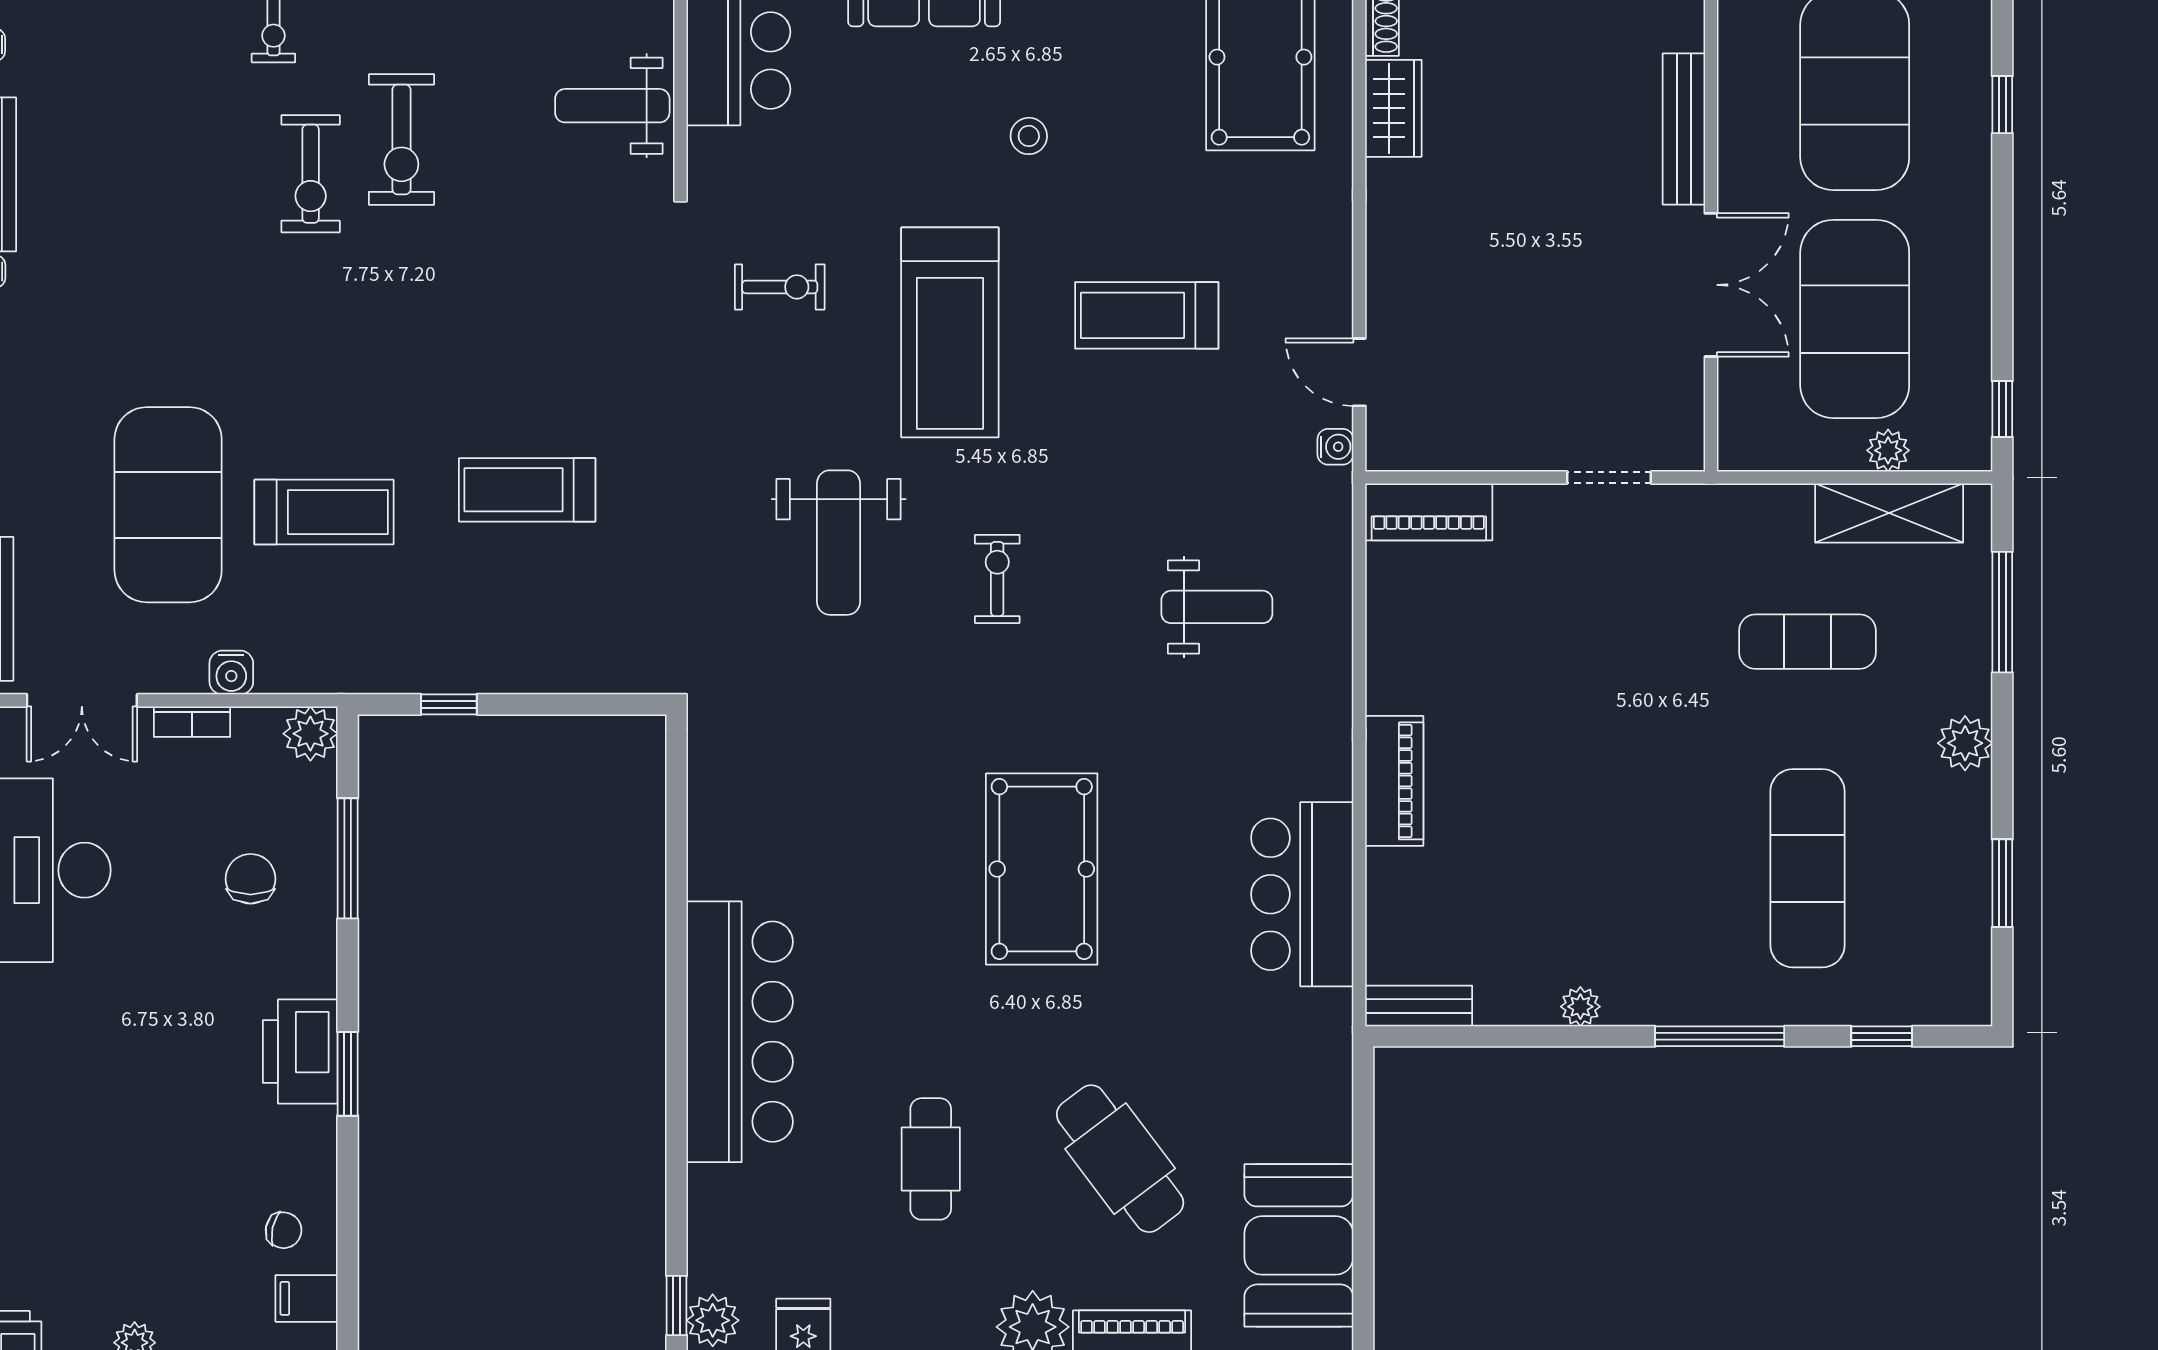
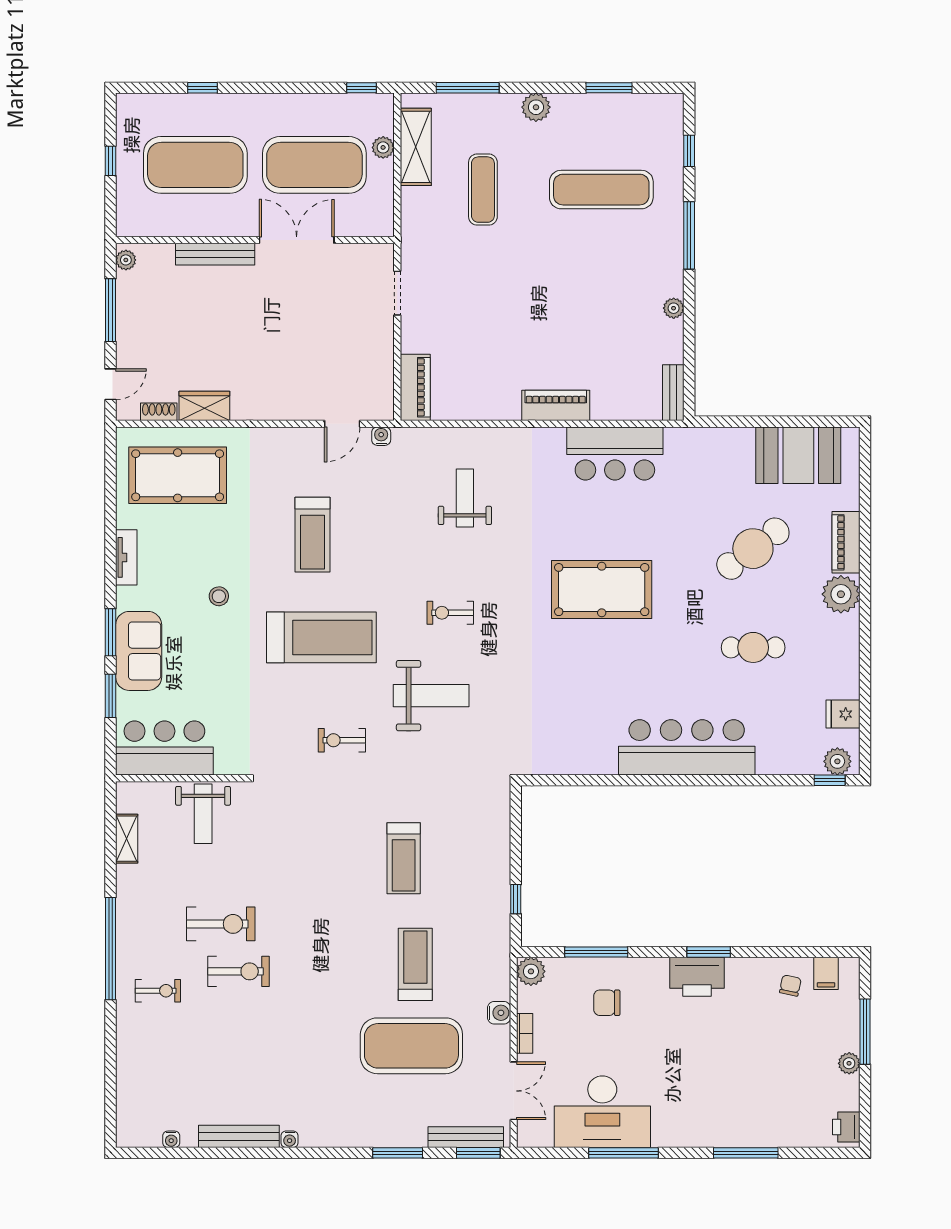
exercise bike: (780, 287) -> (342, 740), moved, turned -90

